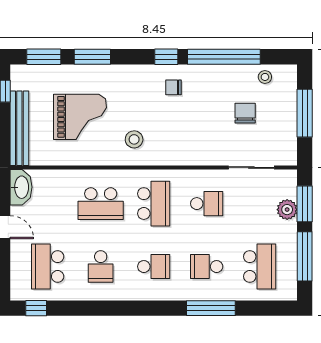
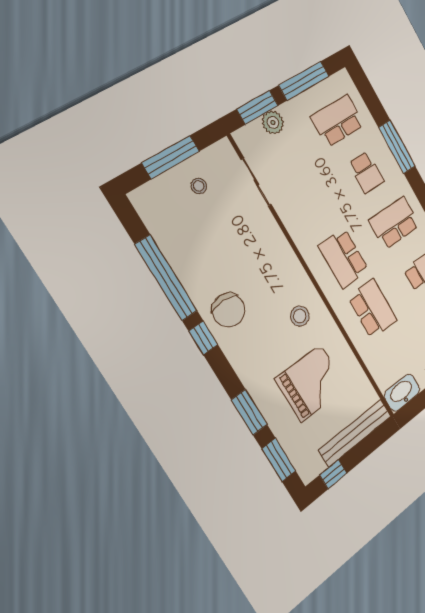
stool: (265, 77) -> (199, 186), moved
chair: (173, 87) -> (229, 310), width x1.87, depth x1.87
chair: (245, 113) -> (209, 220), removed
grand piano: (80, 117) -> (311, 383), turned 90
school desk: (154, 204) -> (344, 258), turned -90
school desk: (207, 204) -> (314, 207), removed
school desk: (154, 267) -> (394, 223), width x1.85

